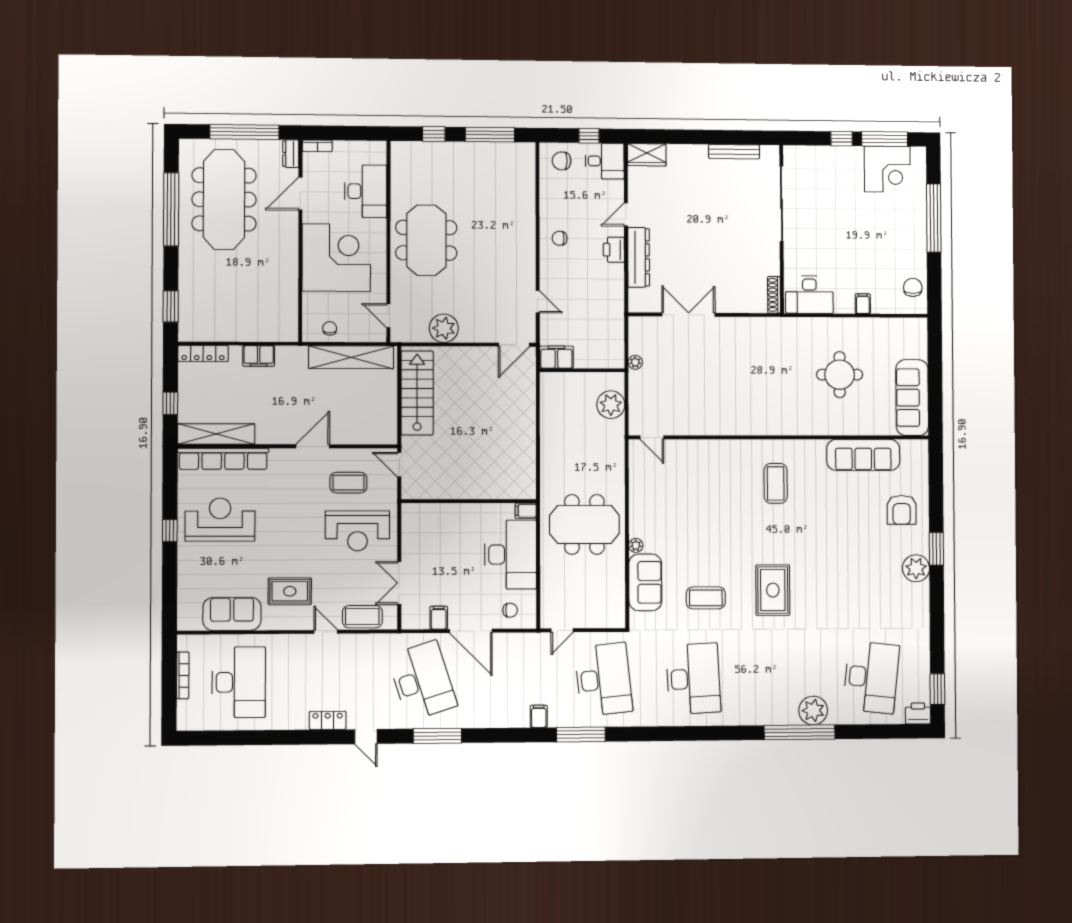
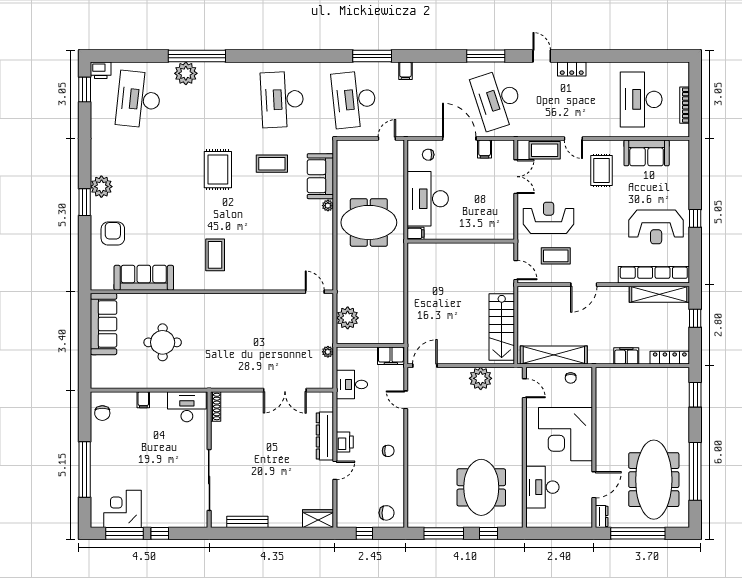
bookcase: (317, 146) -> (581, 523), removed
desk: (605, 161) -> (352, 384), moved
meeting table: (426, 240) -> (481, 487), moved
rug: (290, 591) -> (602, 170), turned 90

